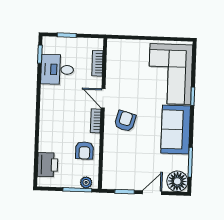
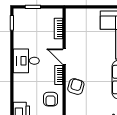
desk: (57, 70) -> (26, 61), moved
armchair: (125, 121) -> (76, 87), moved

